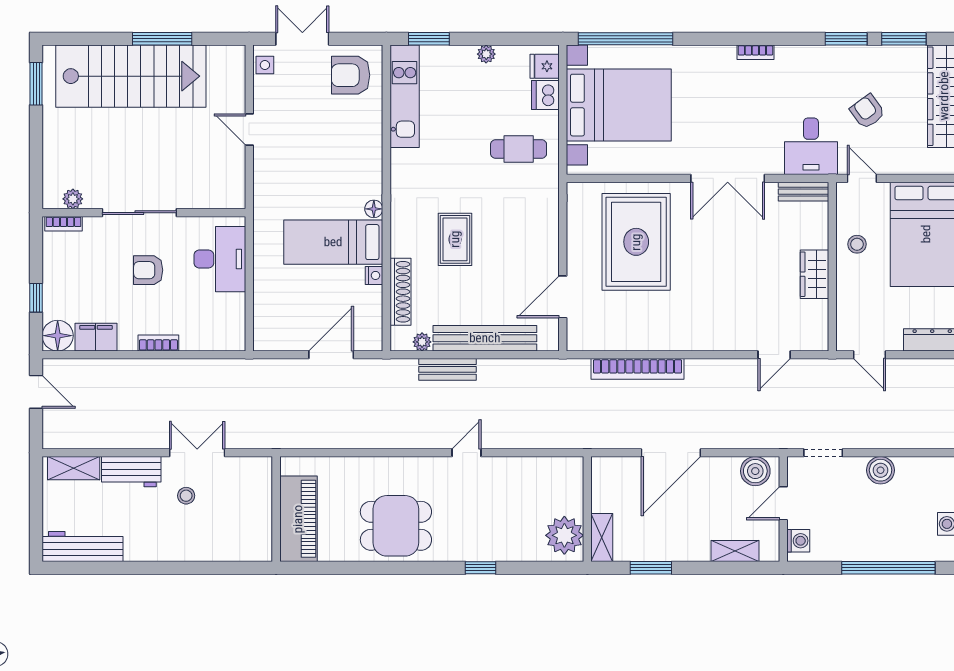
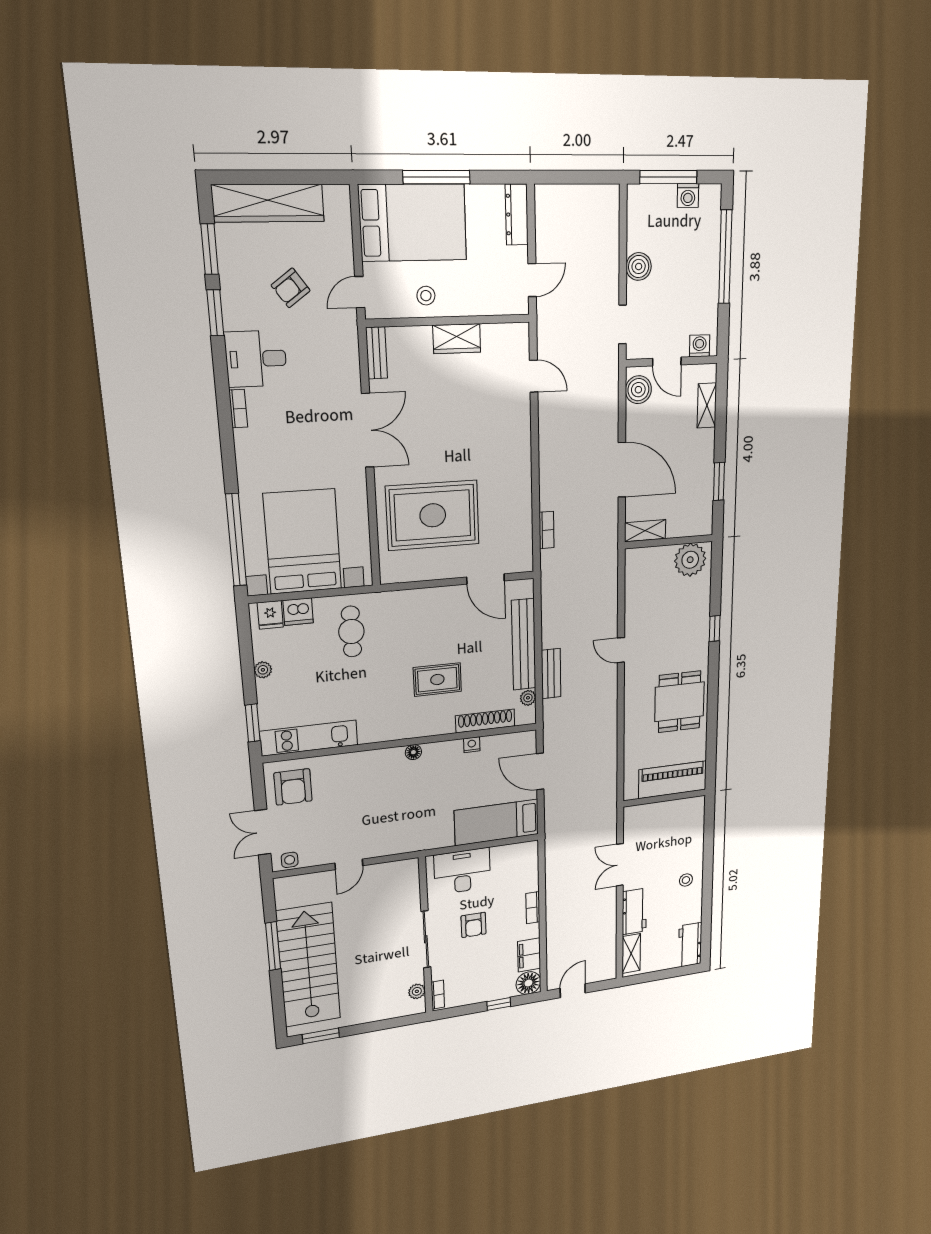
desk: (811, 146) -> (256, 359), moved, turned 180
bed: (333, 242) -> (497, 822), moved, turned 90
bookcase: (638, 369) -> (547, 530), width x0.43, depth x0.76
stool: (186, 496) -> (686, 880), moved
shelving: (602, 538) -> (645, 531), moved
workbench: (83, 547) -> (690, 945), width x0.73

